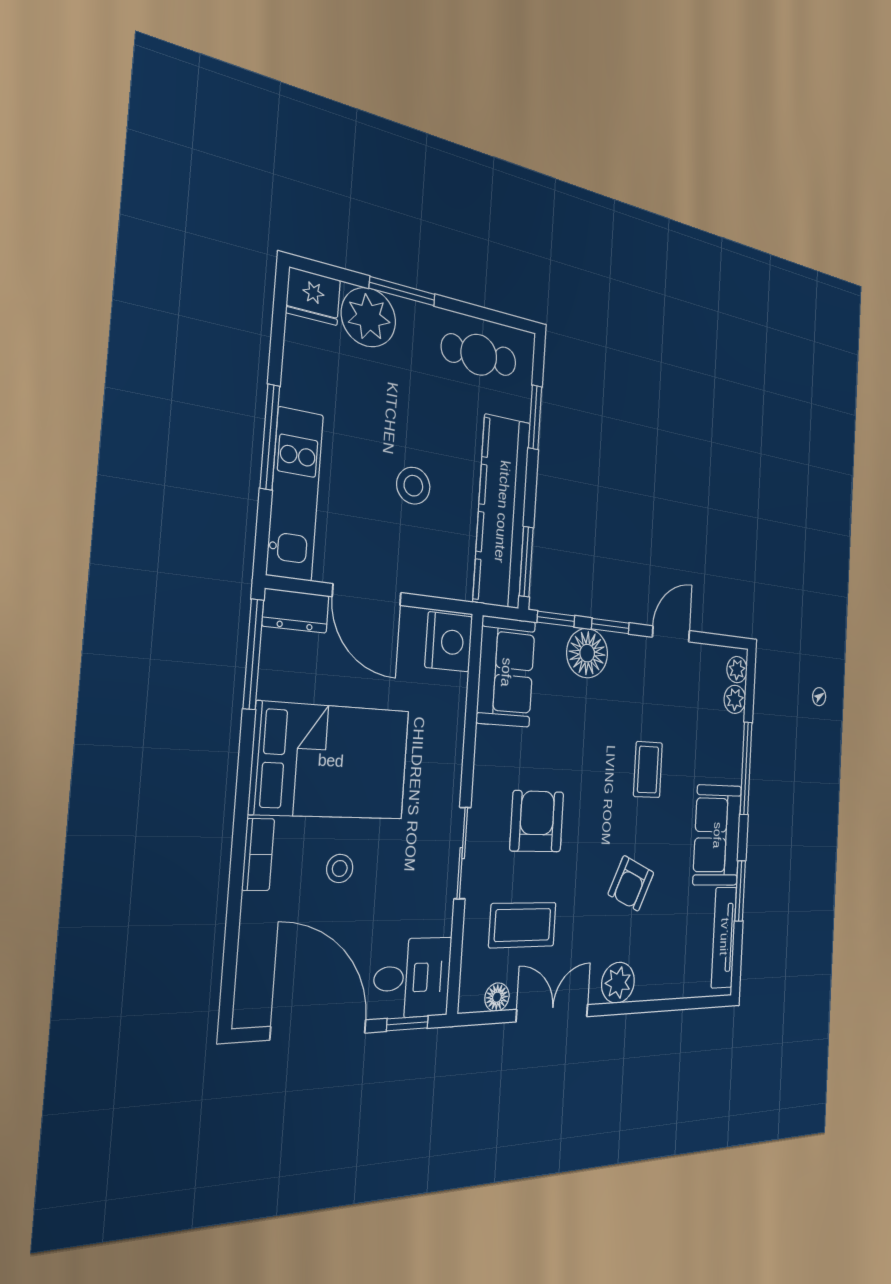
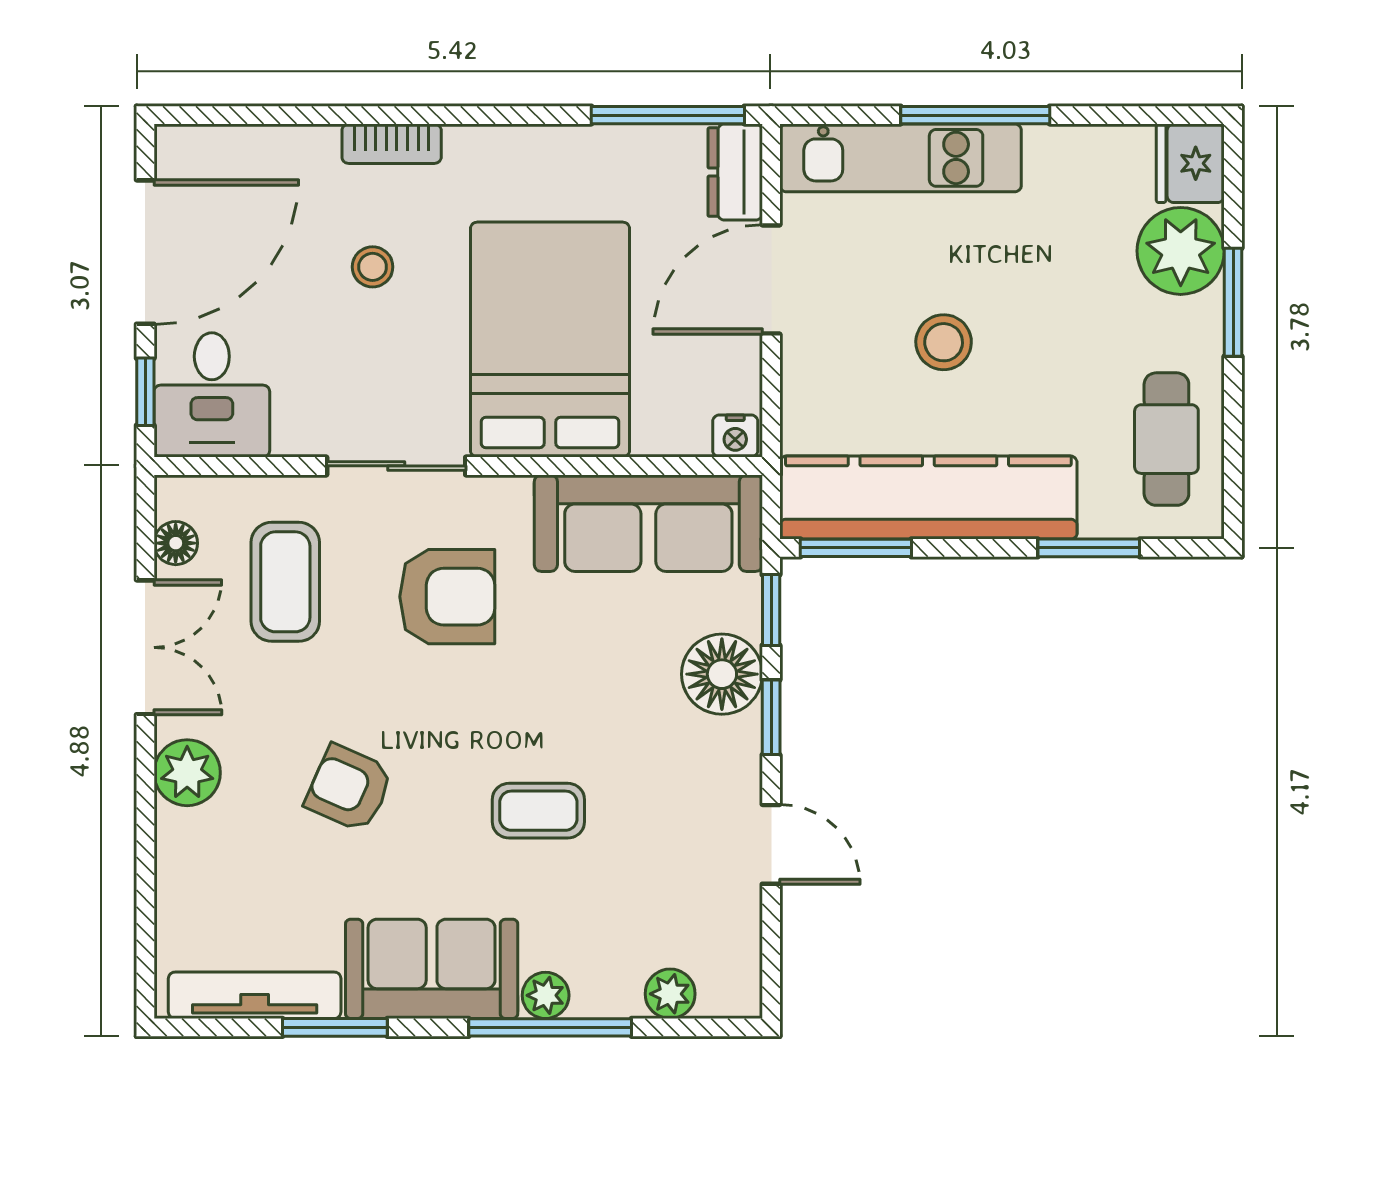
nightstand: (449, 642) -> (735, 436), width x0.53, depth x0.56
plant: (737, 670) -> (546, 995), moved
sofa: (506, 672) -> (648, 523), width x1.36
bed: (331, 761) -> (550, 340), moved, turned 180

